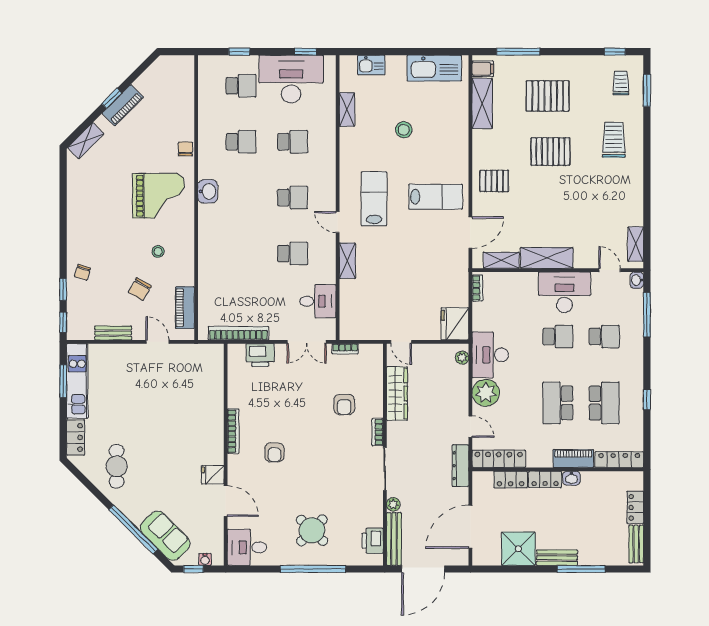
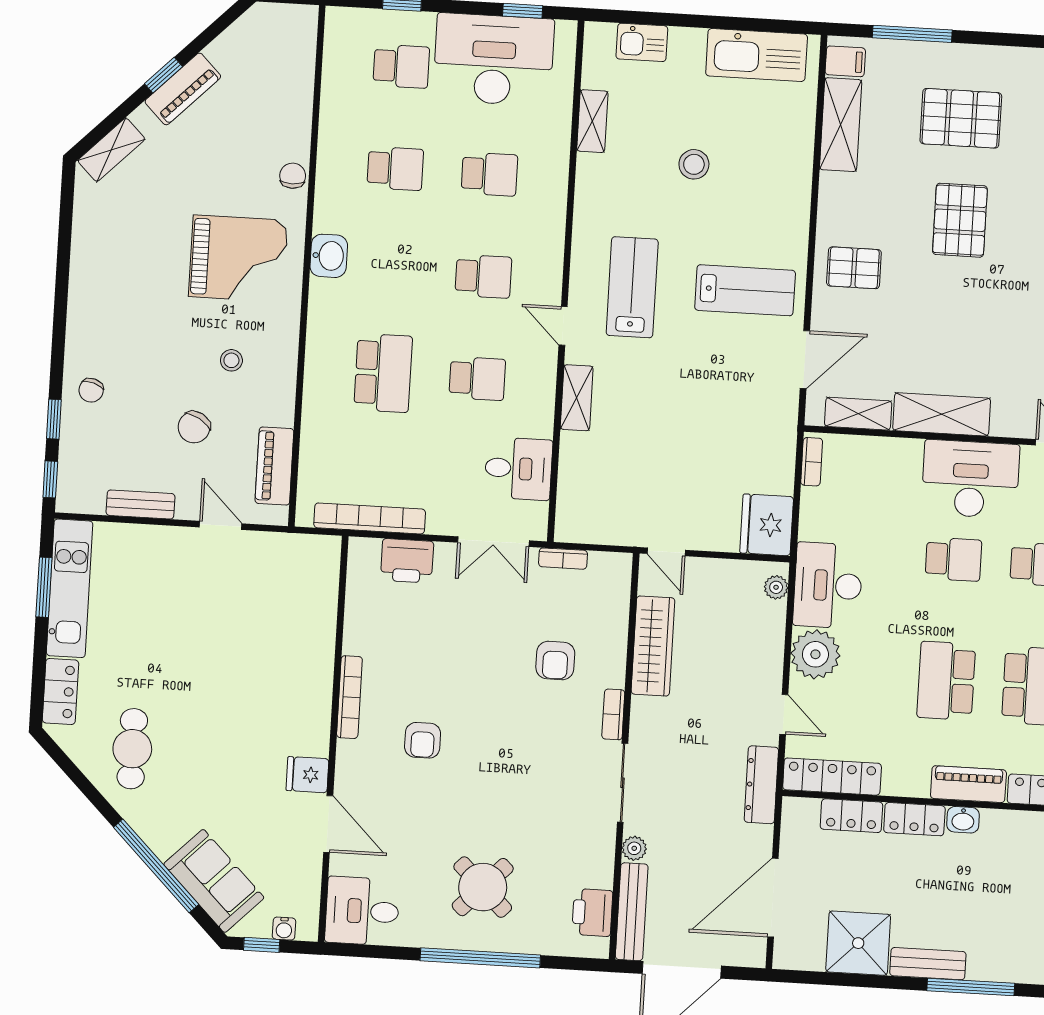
pallet: (550, 152) -> (960, 220), turned 90
school desk: (241, 253) -> (383, 373), added

